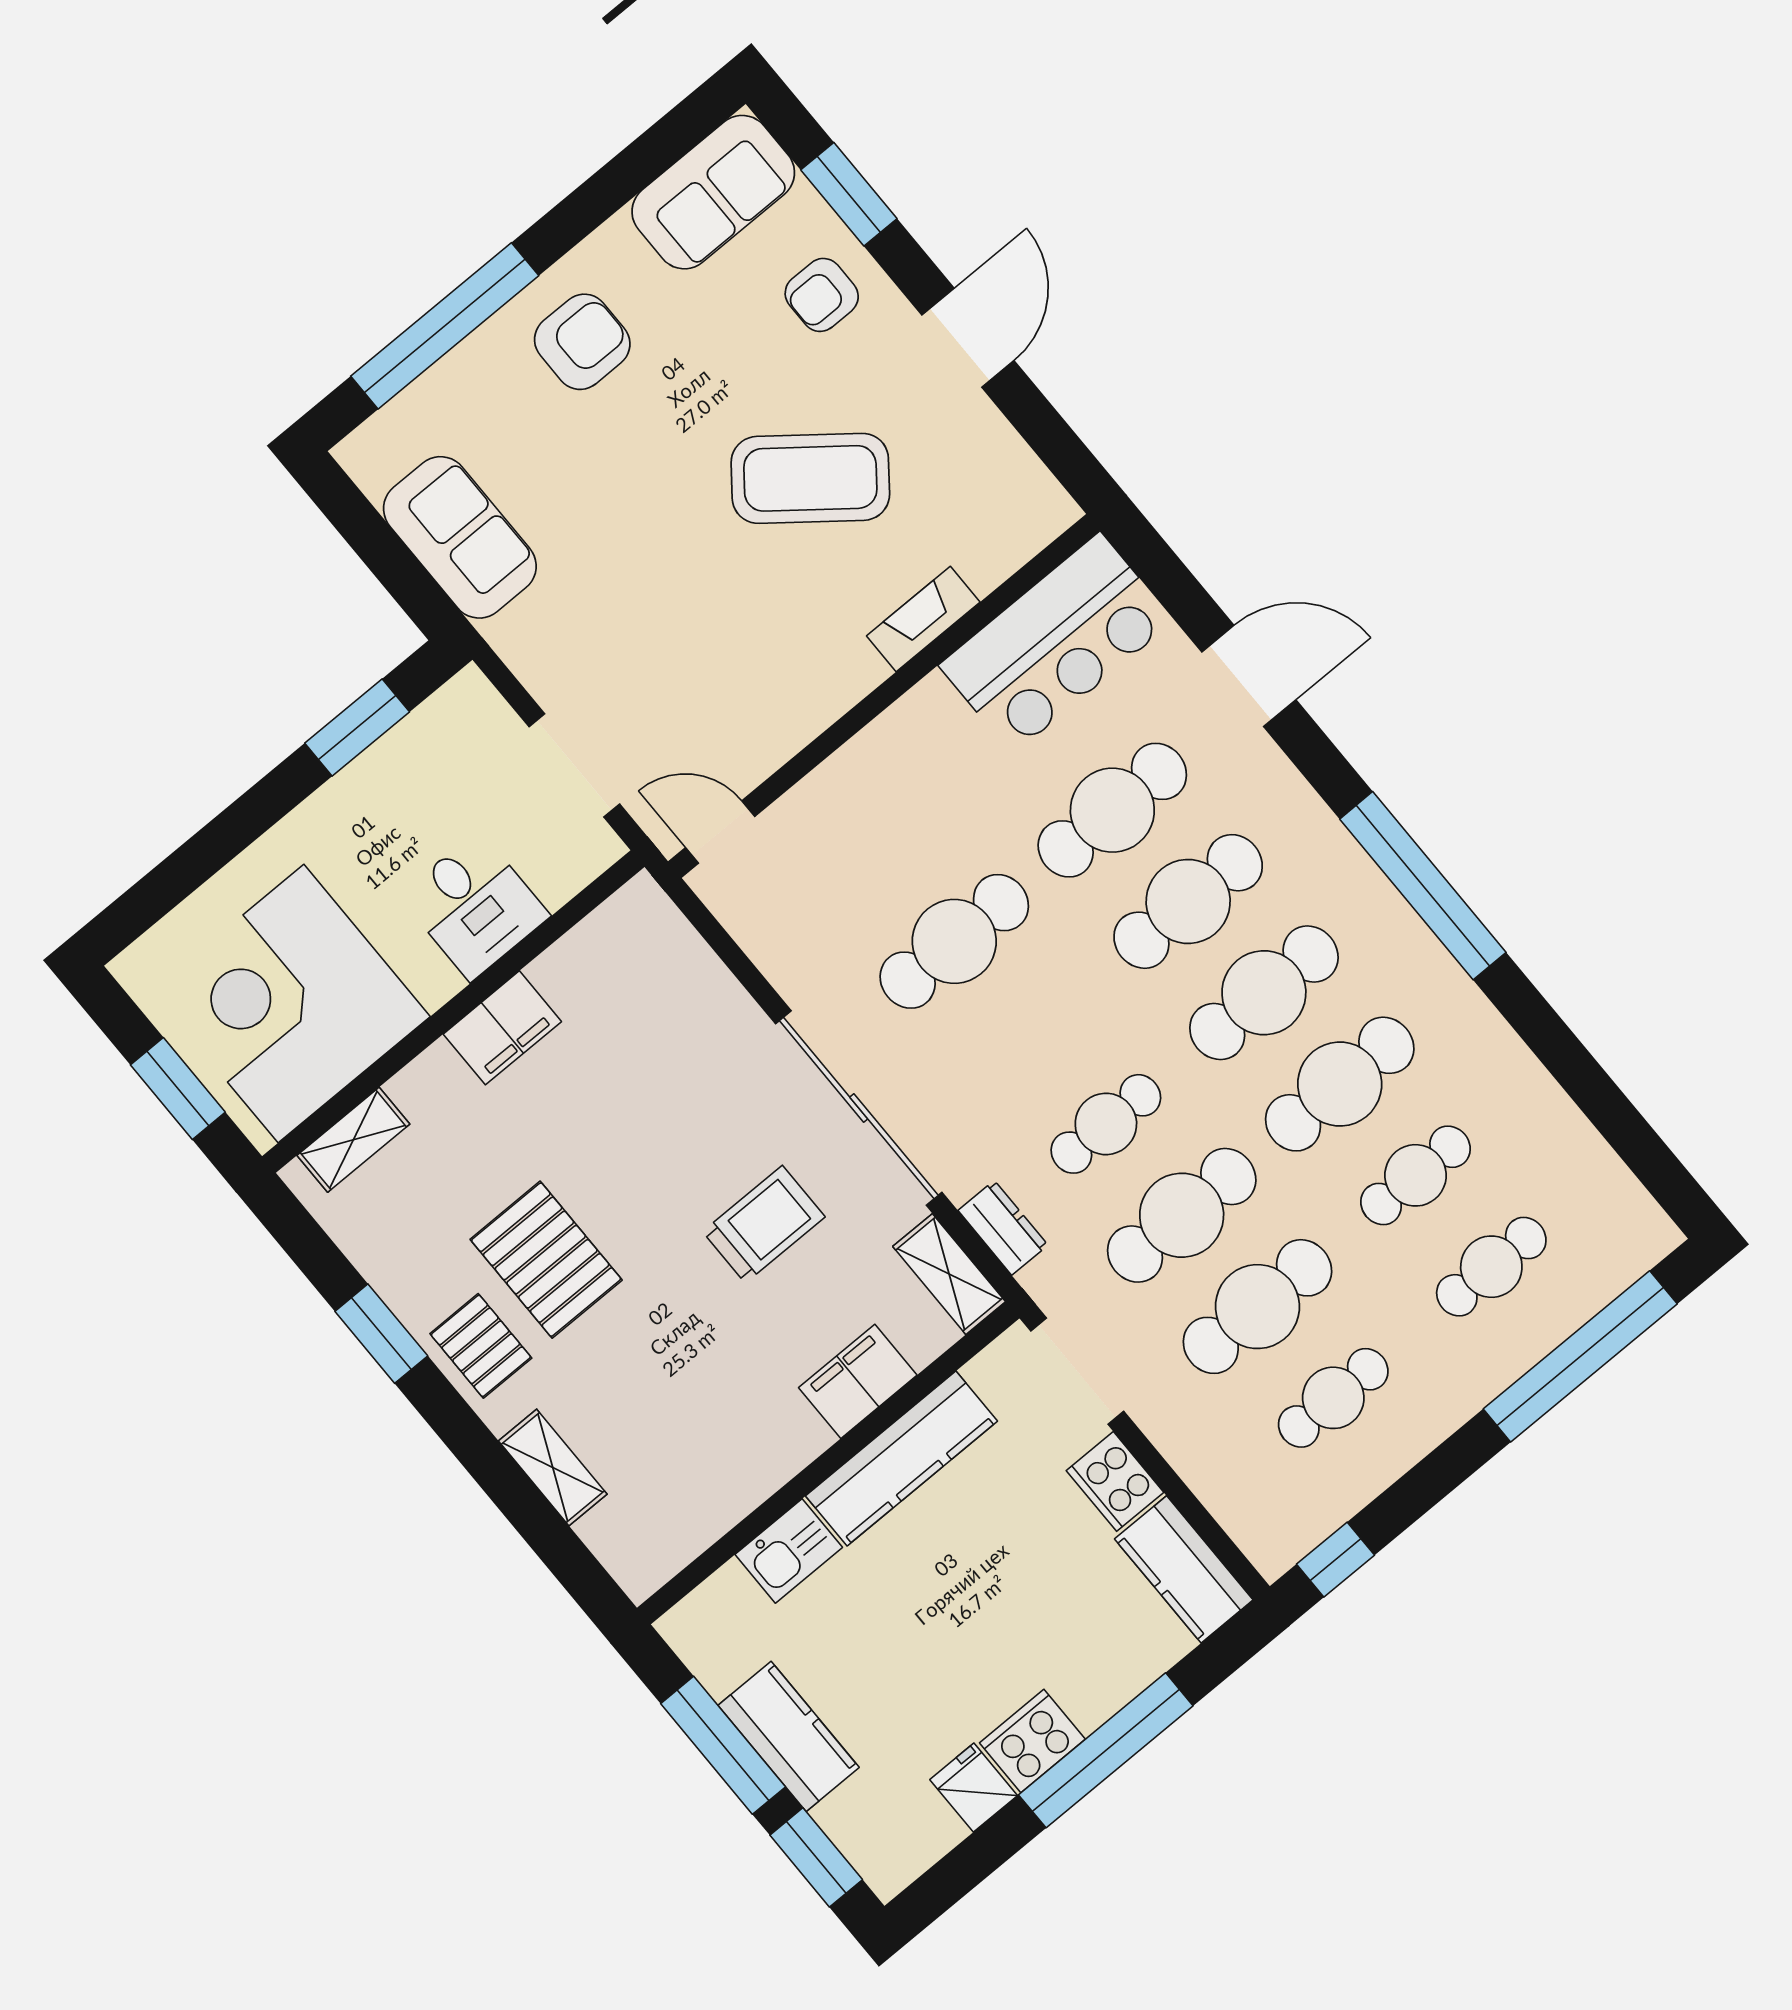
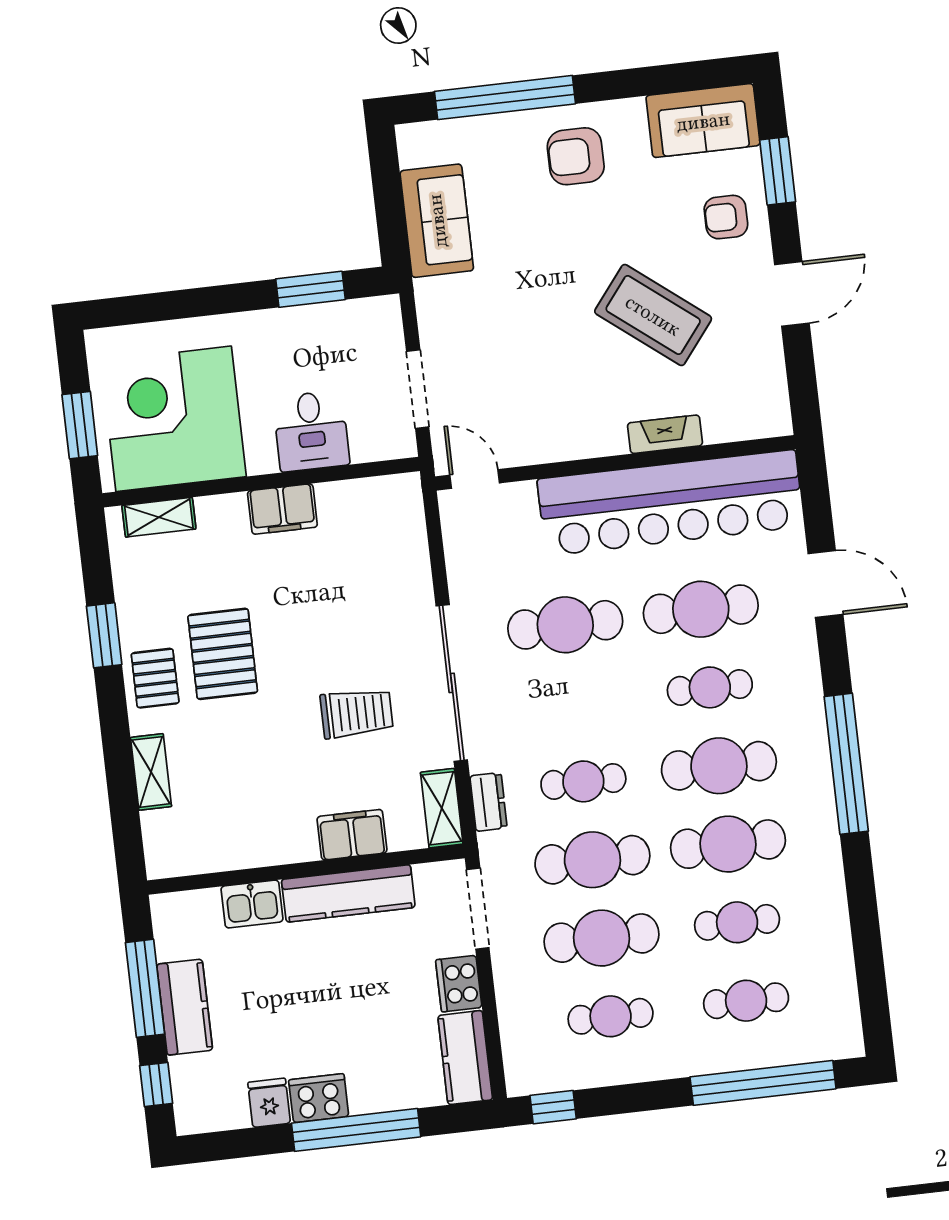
armchair: (582, 342) -> (576, 156), turned 180
bar counter: (1056, 643) -> (671, 503), width x1.86
cafe table: (1188, 901) -> (710, 687), width x0.73, depth x0.74
window: (816, 1857) -> (156, 1084), width x0.67

